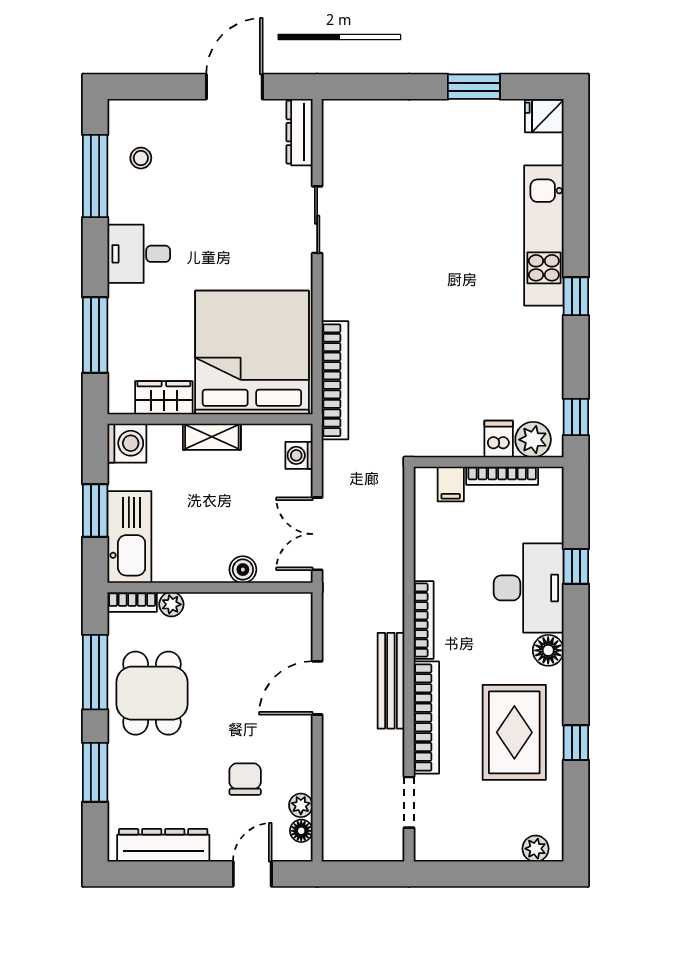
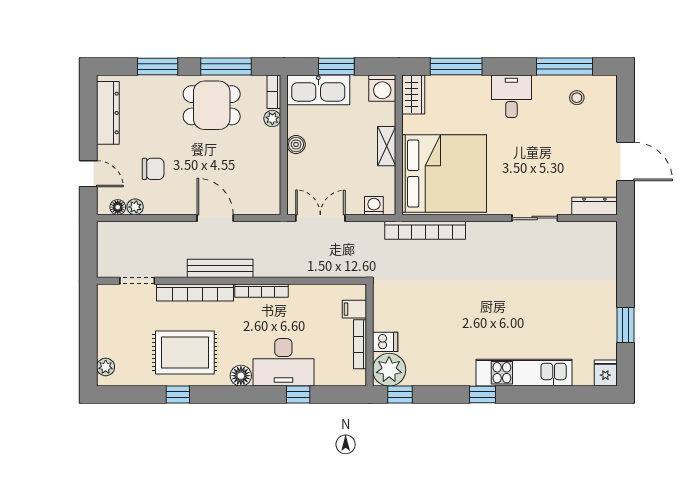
wardrobe: (164, 398) -> (413, 94), moved
plant: (533, 440) -> (389, 370), width x1.36, depth x1.36
boiler: (243, 570) -> (296, 145), moved

